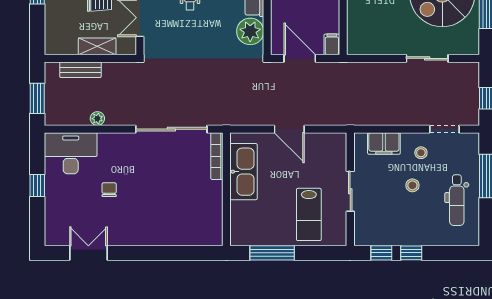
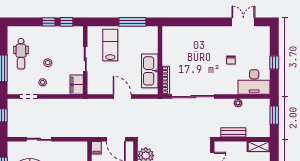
shelving: (97, 46) -> (259, 147), moved
bench: (80, 70) -> (233, 132), moved
filing cabinet: (384, 143) -> (77, 85), moved, turned -90
dental chair: (457, 200) -> (21, 54), turned 180
double door: (88, 253) -> (243, 22), swing flipped

